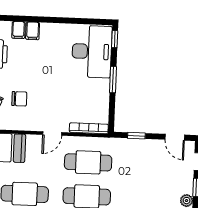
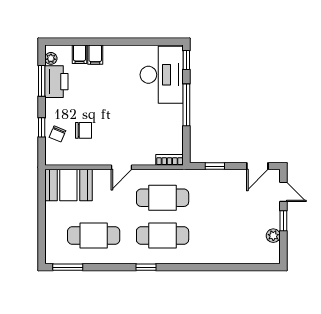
window: (113, 80) -> (186, 105), width x1.44
bookcase: (89, 128) -> (170, 160), width x0.64
door: (175, 137) -> (257, 166), hinge flipped

